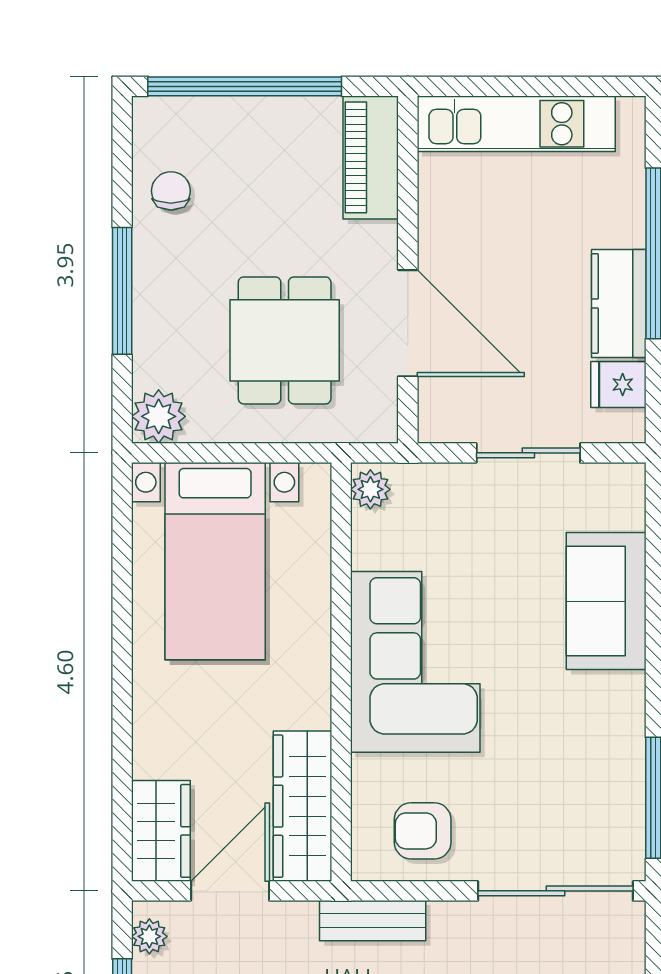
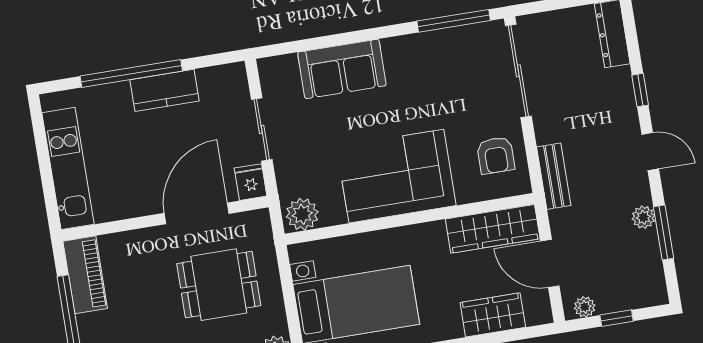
piano: (371, 157) -> (85, 275), moved, turned -90
fridge: (618, 384) -> (251, 182), moved, turned 180
plant: (370, 489) -> (302, 214), width x1.38, depth x1.38
wardrobe: (161, 831) -> (493, 315), moved

